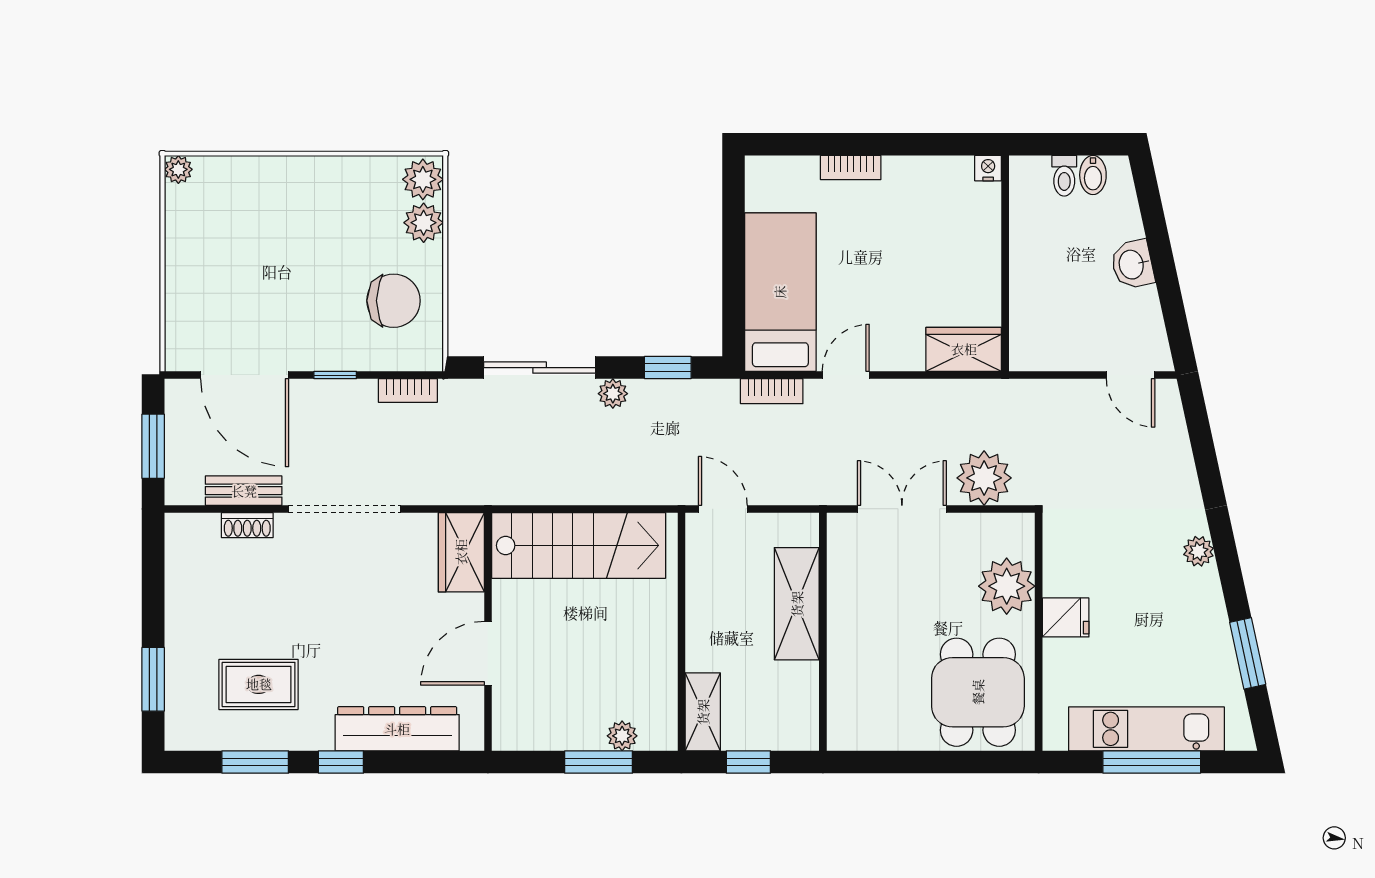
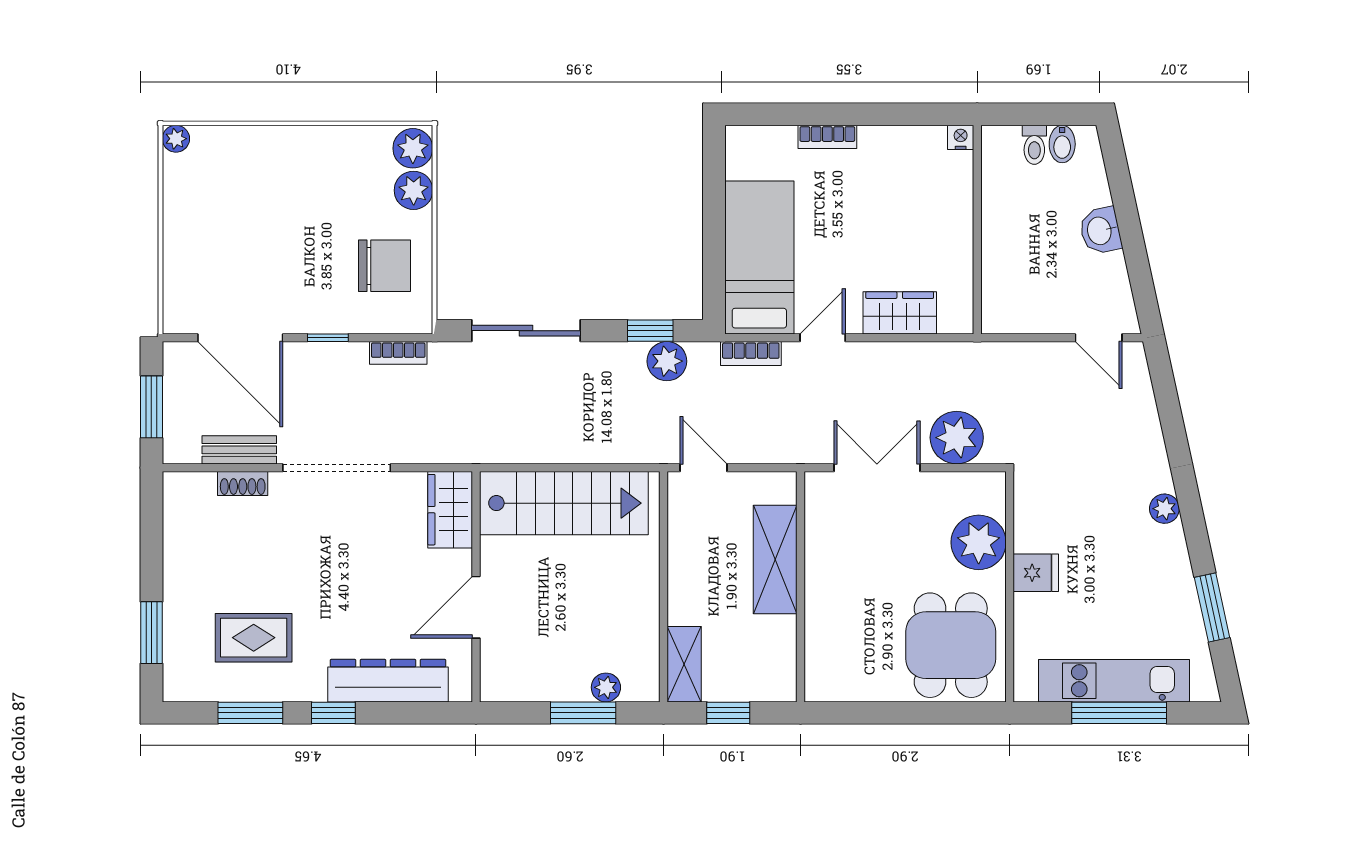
wardrobe: (964, 349) -> (900, 313), moved
plant: (613, 394) -> (667, 361), moved, width x1.38, depth x1.38

